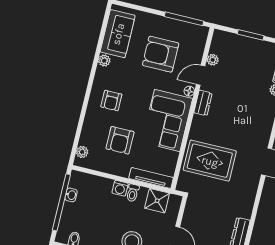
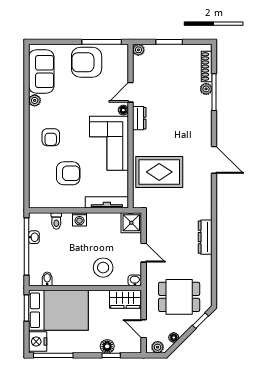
armchair: (161, 54) -> (87, 62), moved
plant: (213, 60) -> (138, 50), moved
armchair: (120, 140) -> (68, 173), turned -90
plant: (82, 152) -> (35, 193), removed
toilet: (133, 193) -> (56, 221), moved
shower: (157, 201) -> (131, 223), moved

